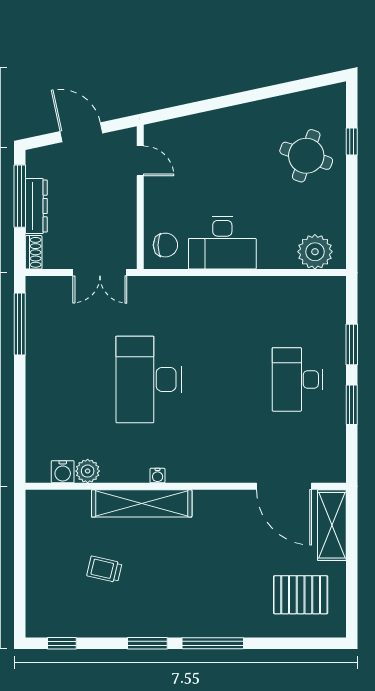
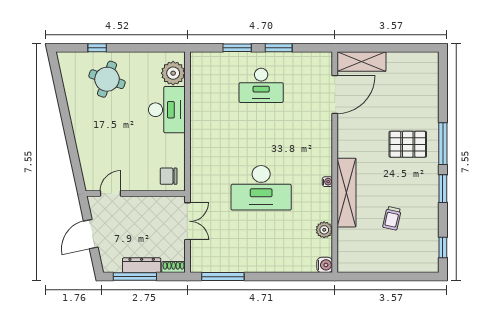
desk: (222, 243) -> (167, 110), moved
chair: (165, 245) -> (169, 176), turned -90
water cooler: (63, 472) -> (325, 265), moved
pallet: (301, 595) -> (408, 144), moved, turned 90

